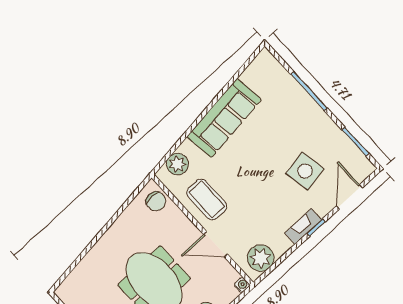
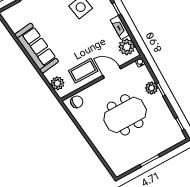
fireplace: (303, 226) -> (120, 27), moved
door: (216, 244) -> (112, 72), swing flipped

